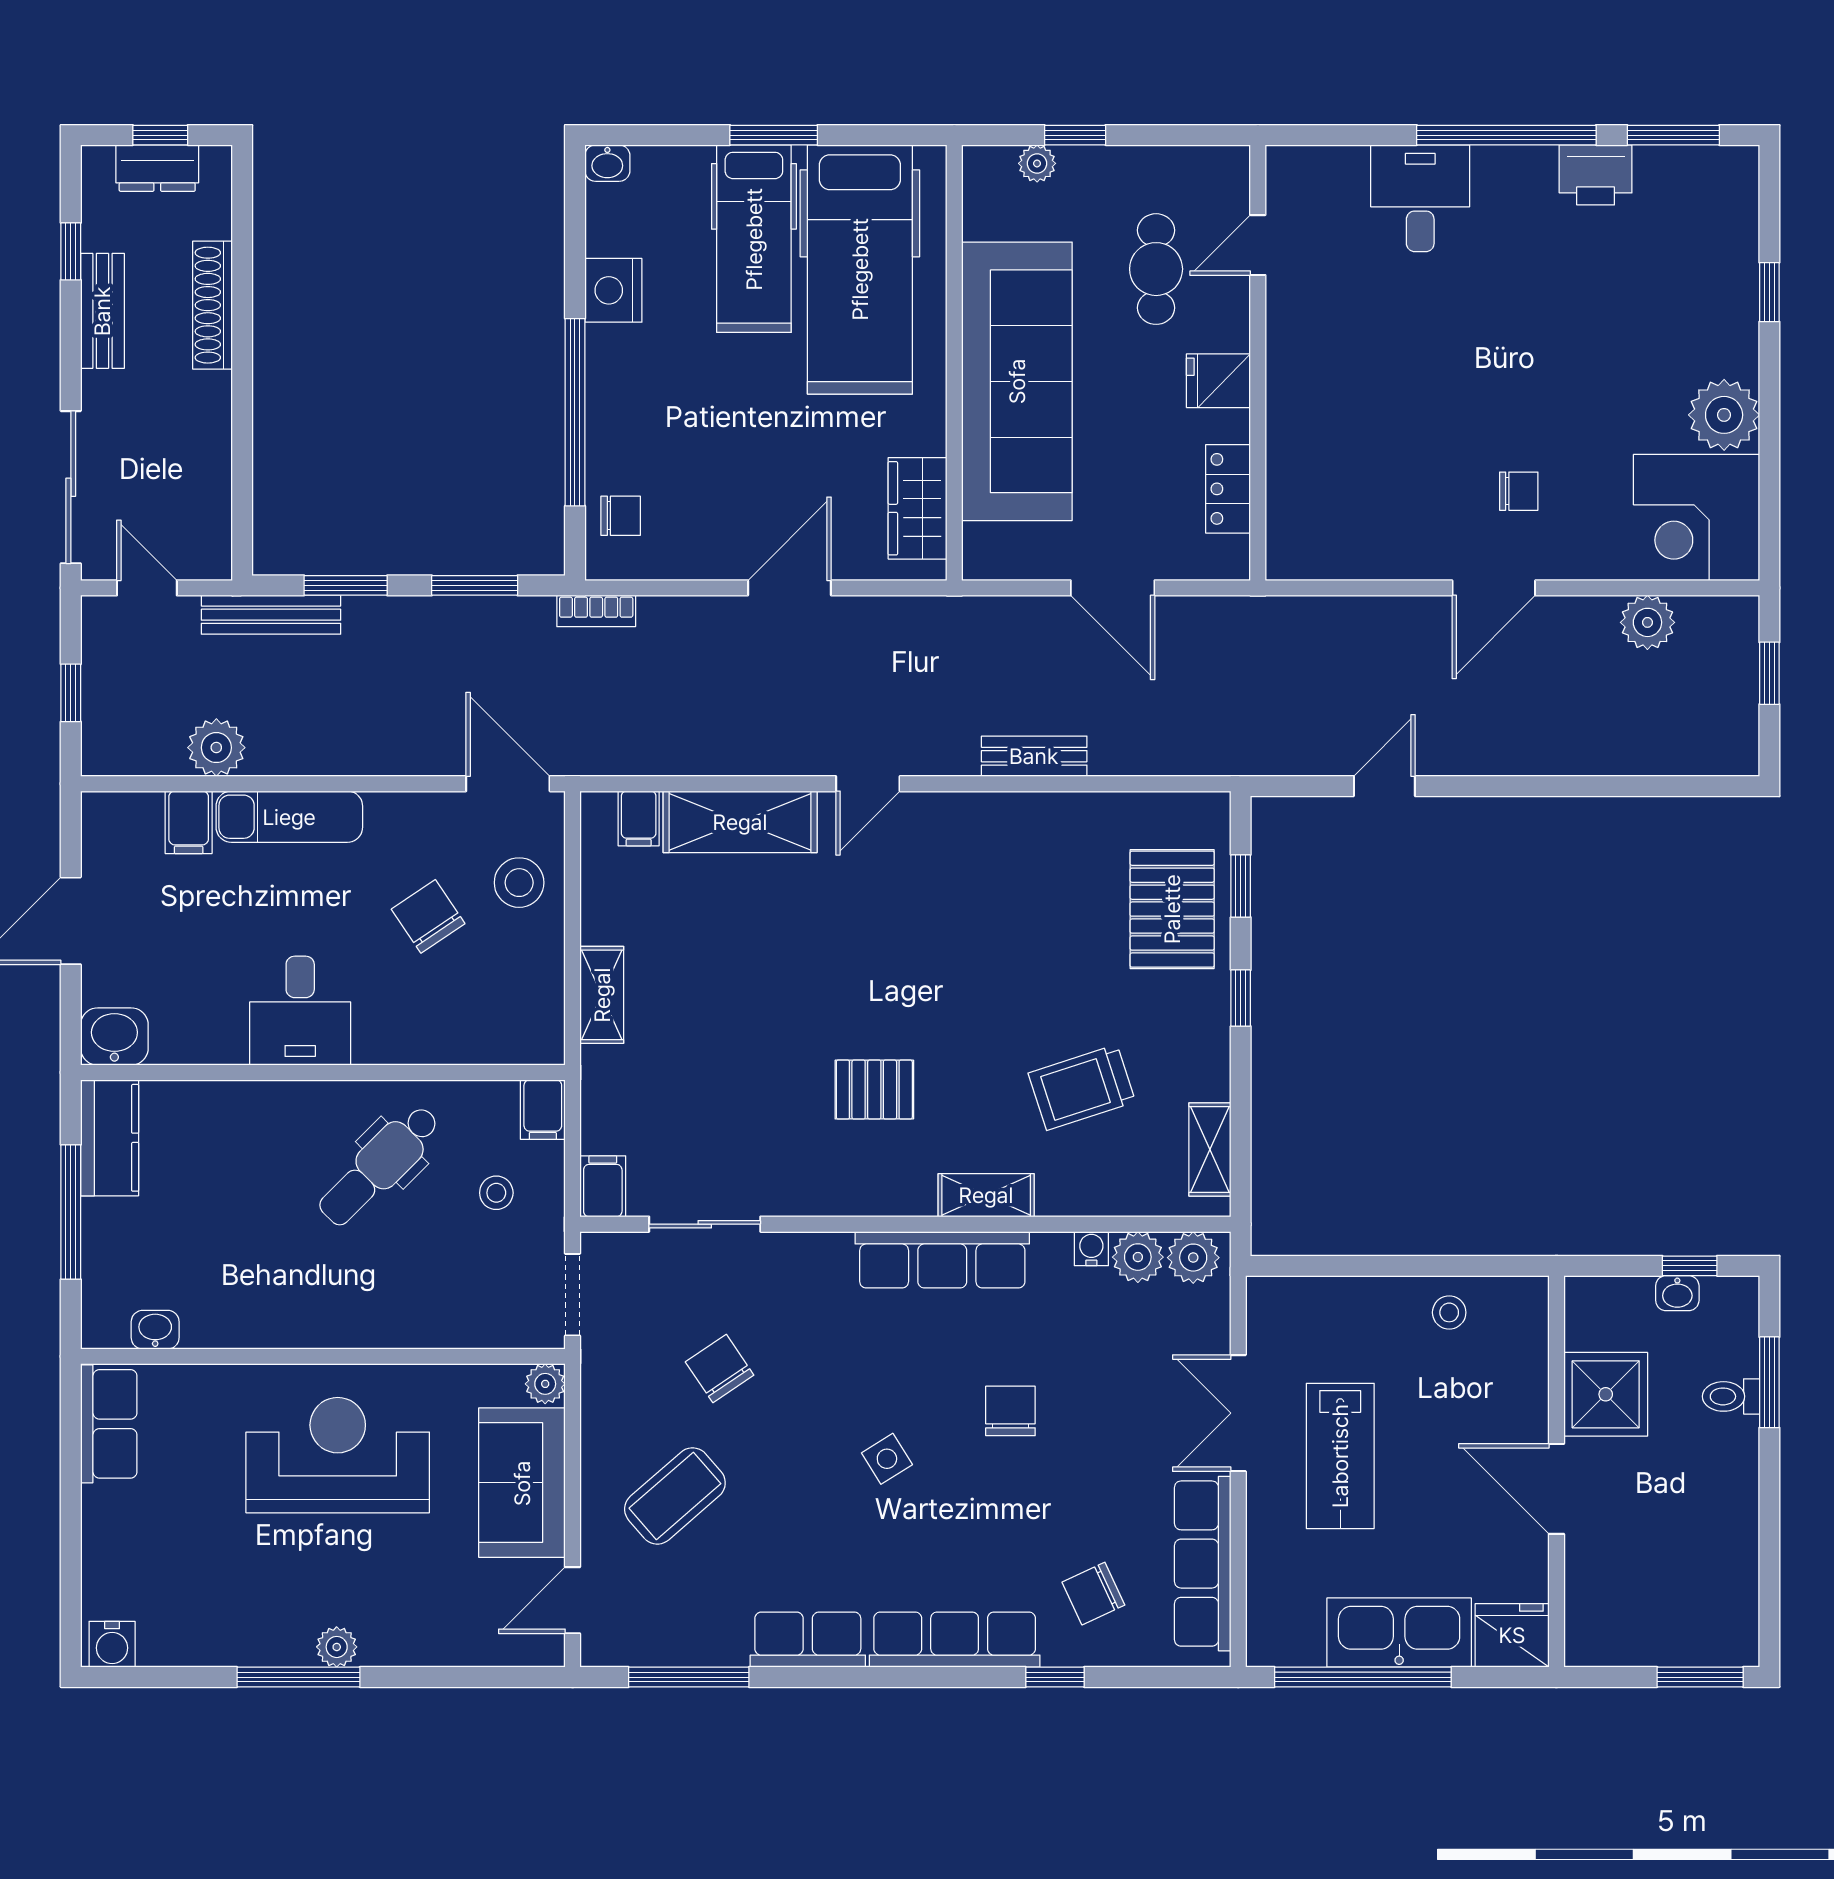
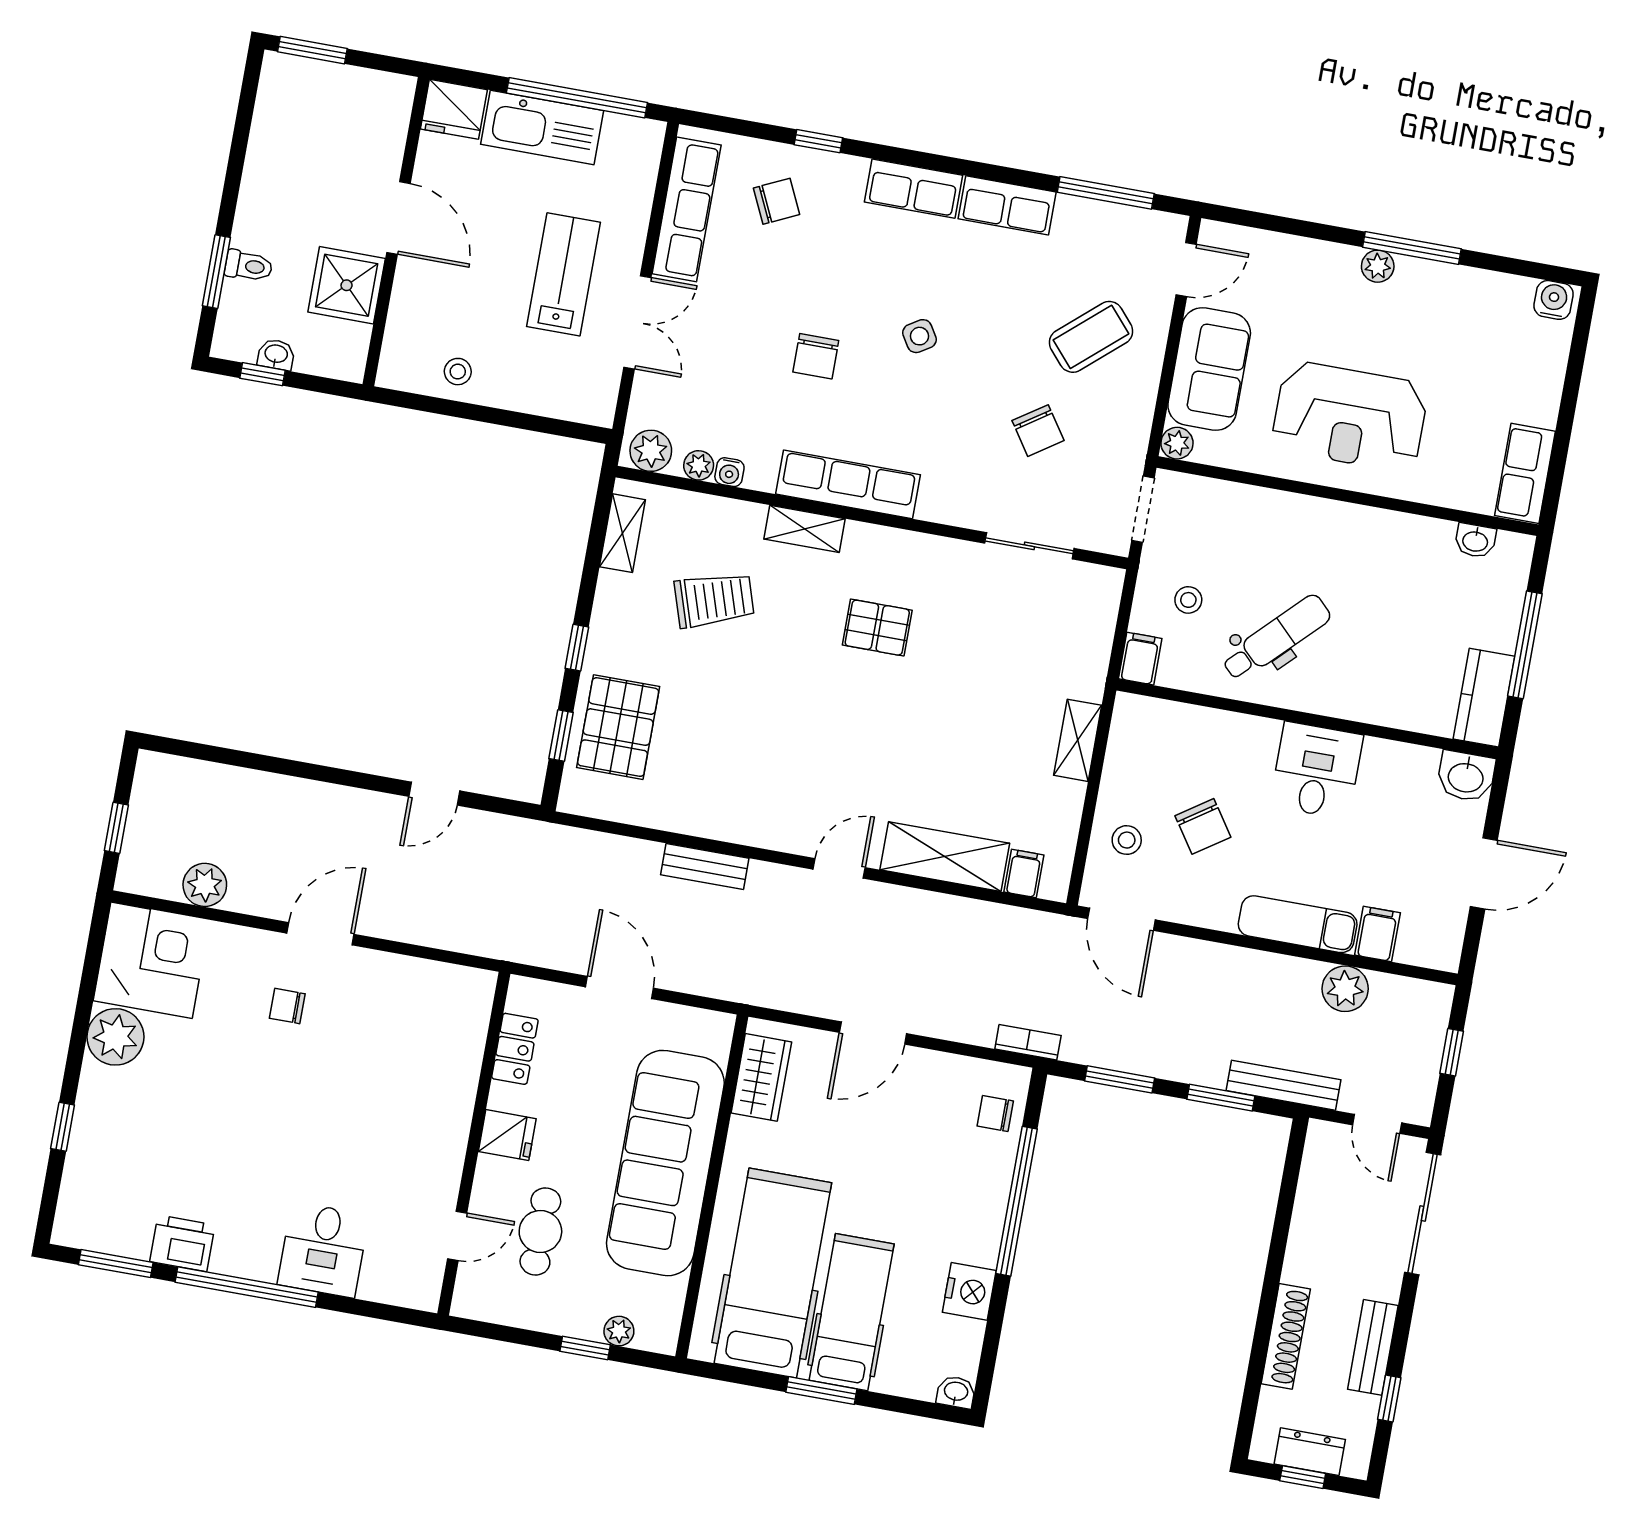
stool: (519, 883) -> (1127, 840), width x0.73, depth x0.73
filing cabinet: (603, 1186) -> (1104, 590), removed
plant: (1138, 1257) -> (699, 465), width x0.73, depth x0.73
row of seats: (955, 1640) -> (914, 189), width x0.68

